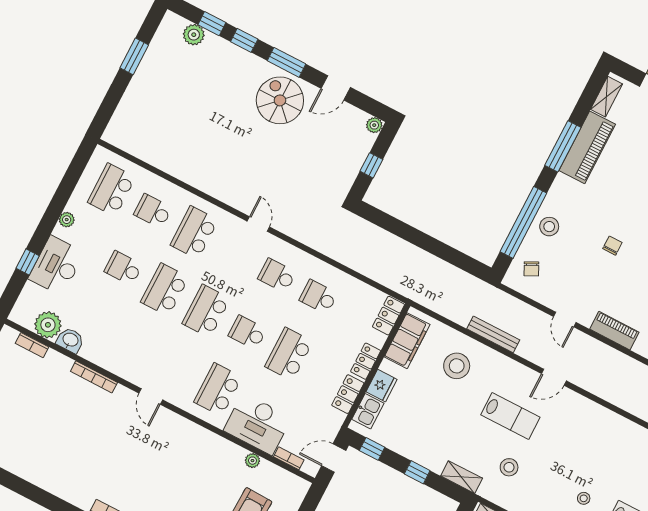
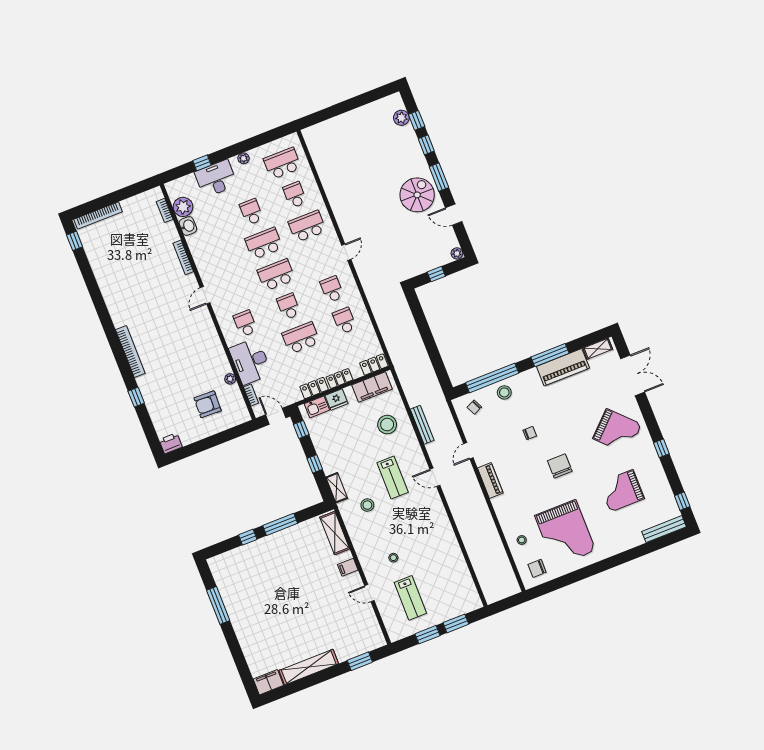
window: (134, 56) -> (358, 101), removed
school desk: (218, 390) -> (245, 323), width x0.54

